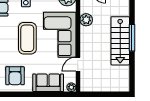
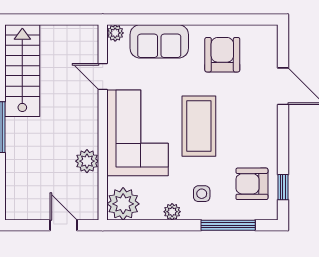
stairs: (120, 41) -> (22, 71), moved
door: (78, 64) -> (103, 77), swing flipped

